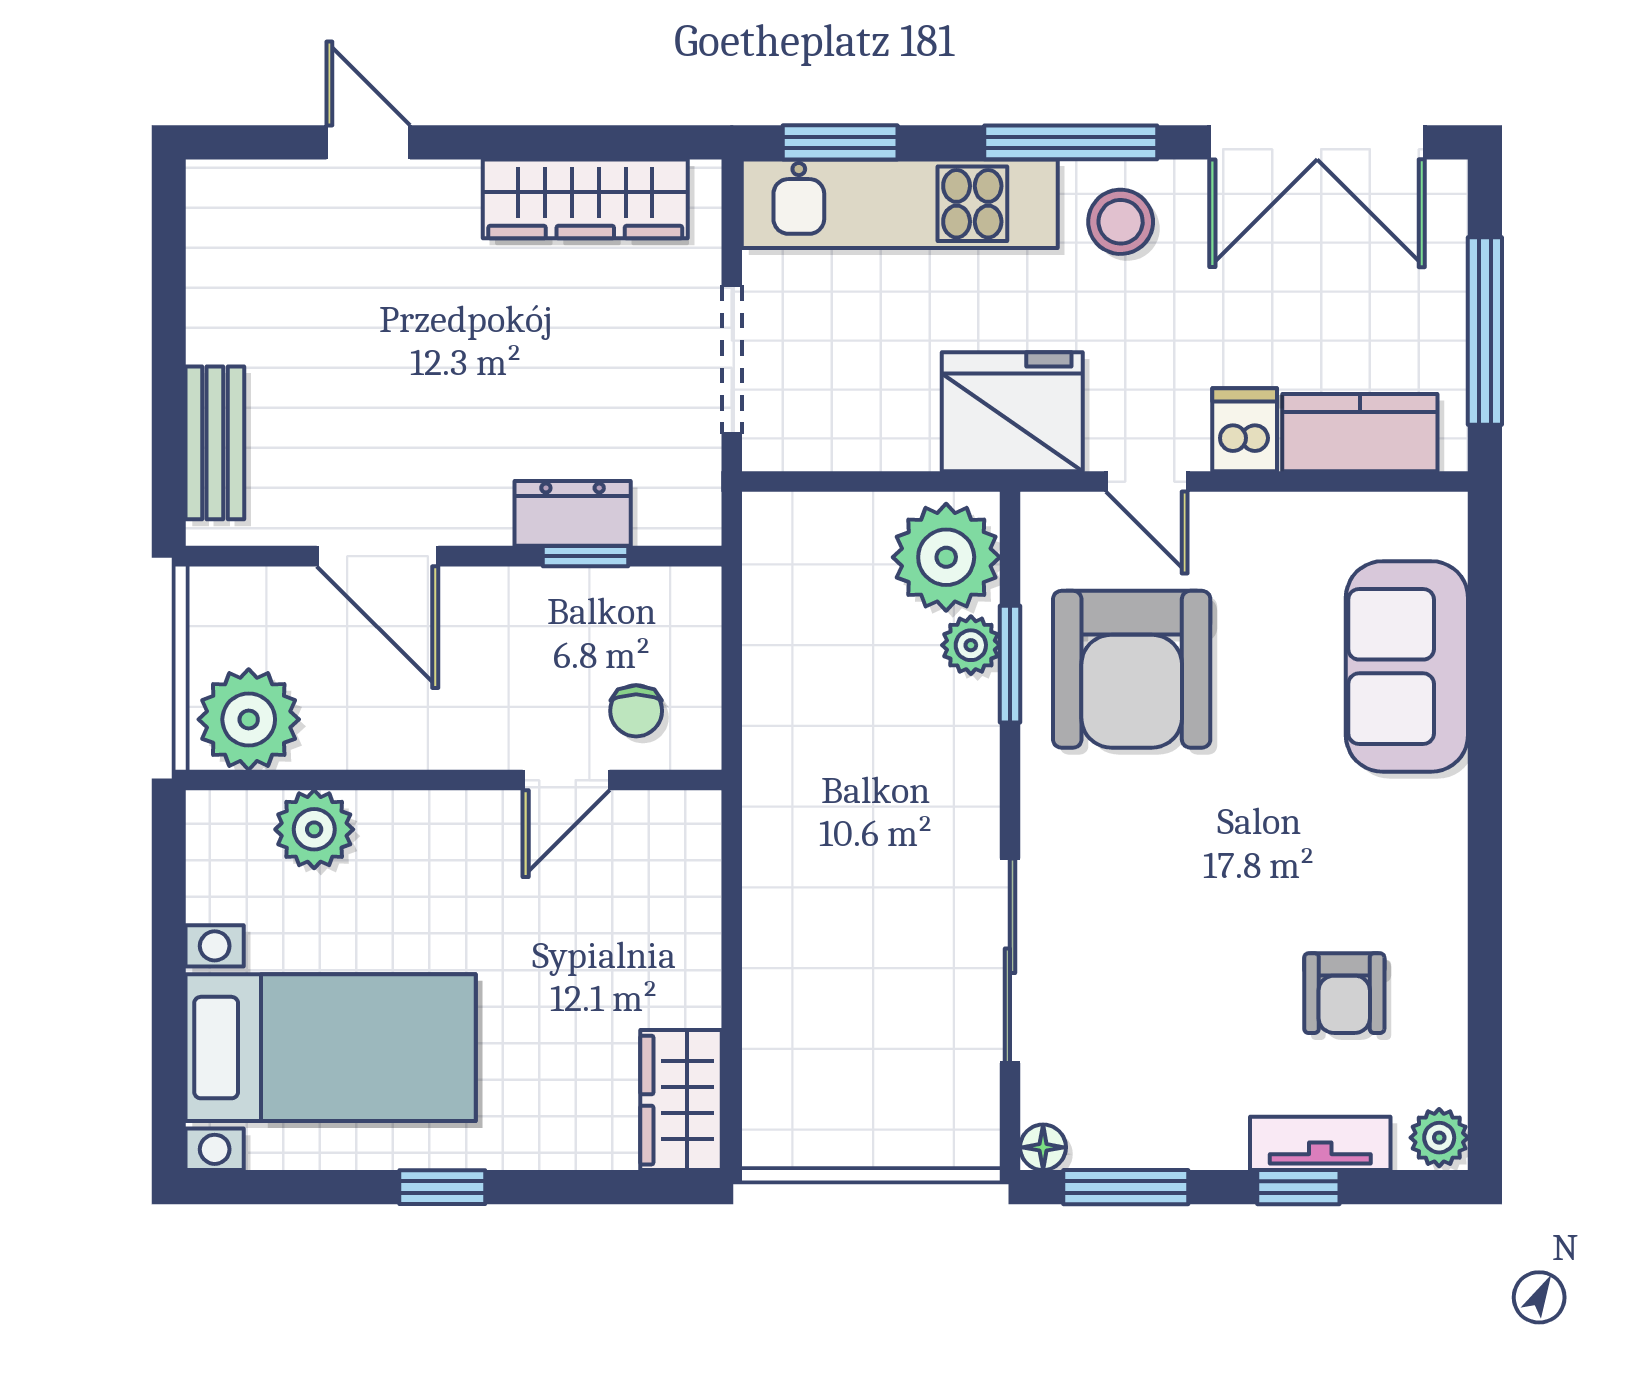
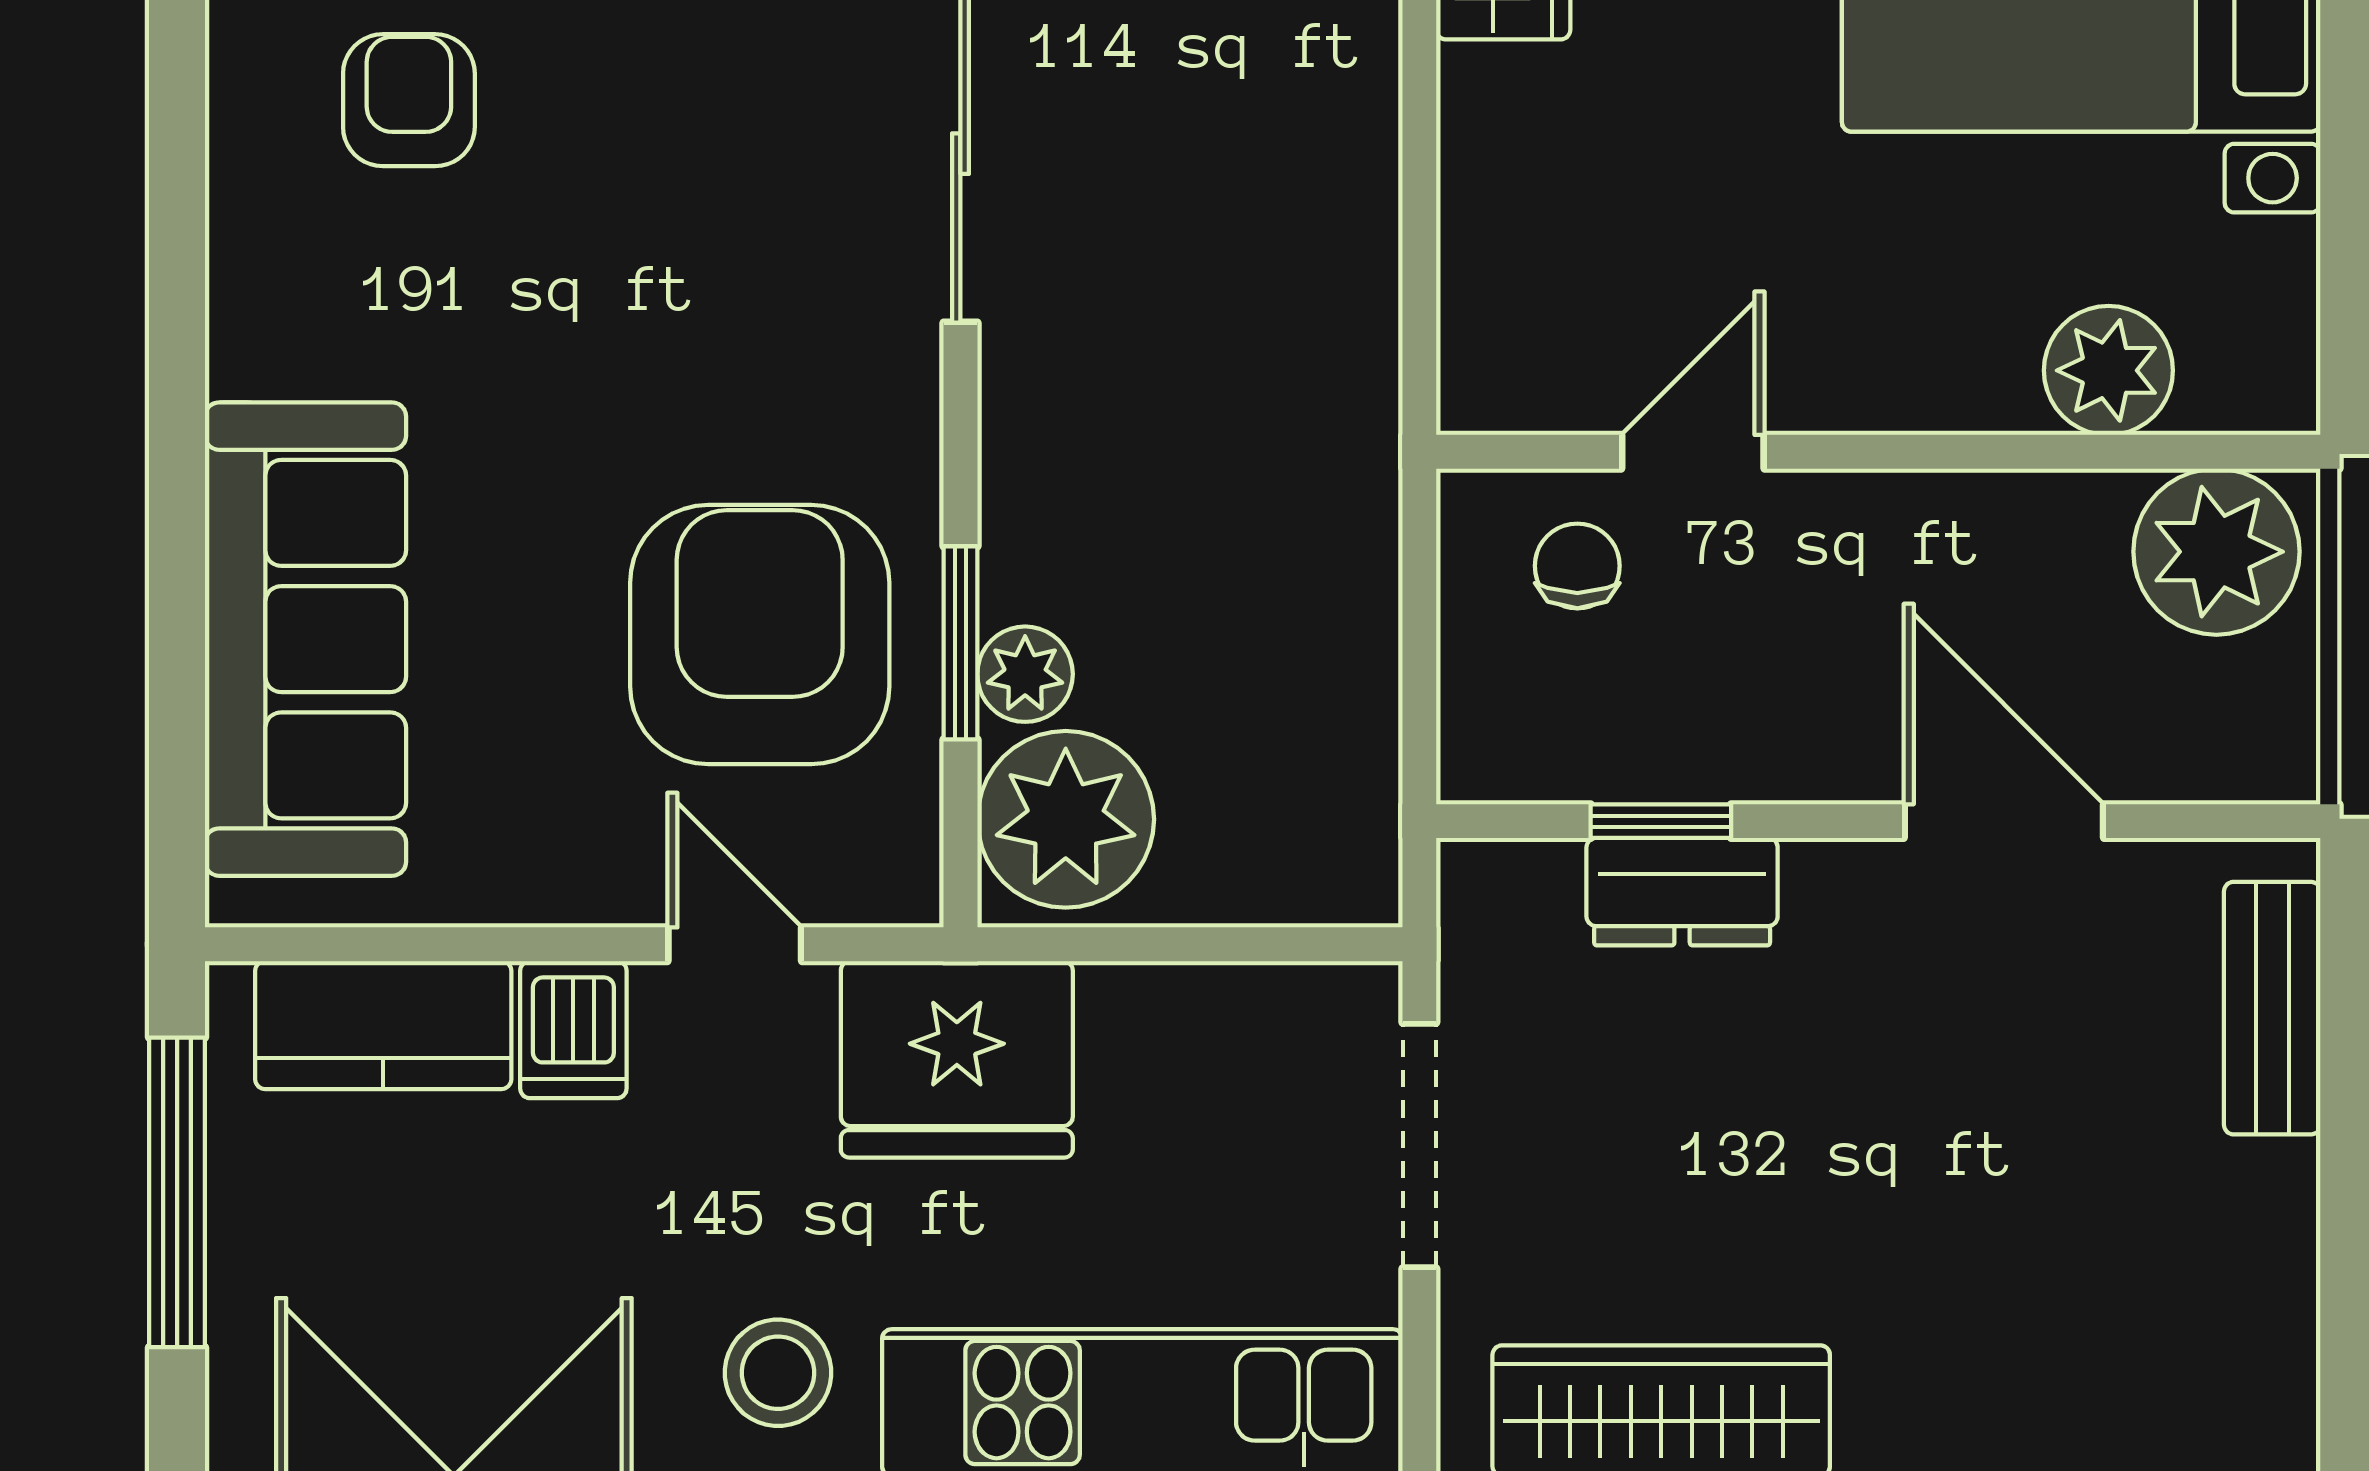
sofa: (1407, 666) -> (306, 639), width x1.36

